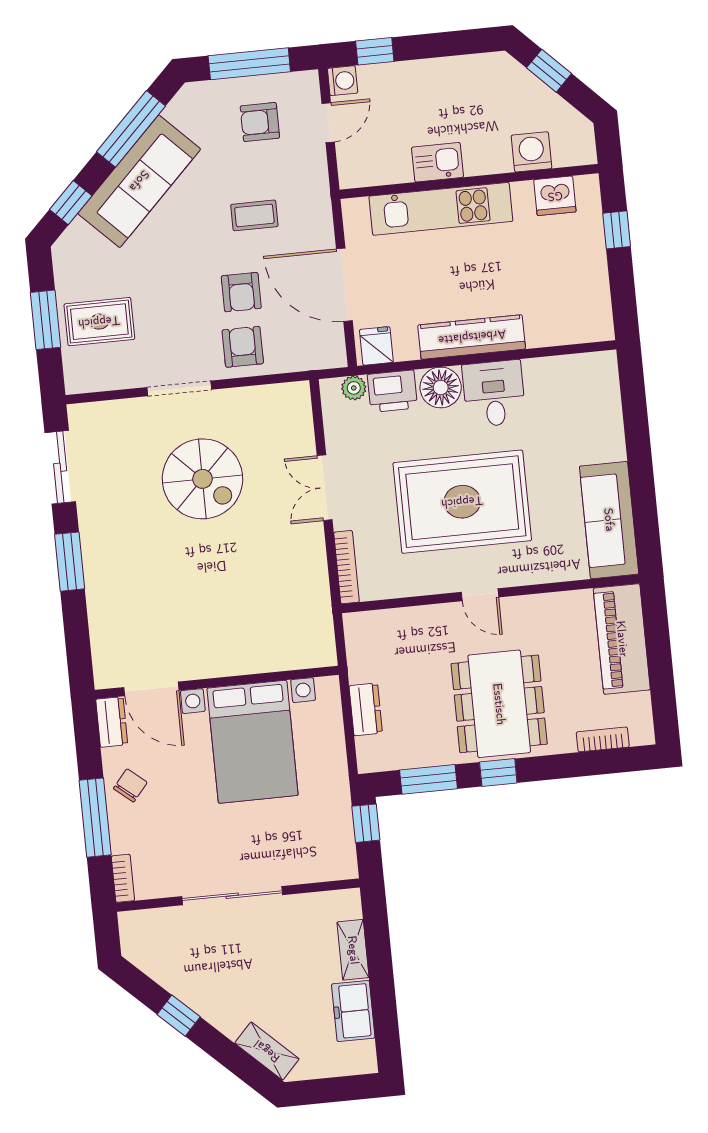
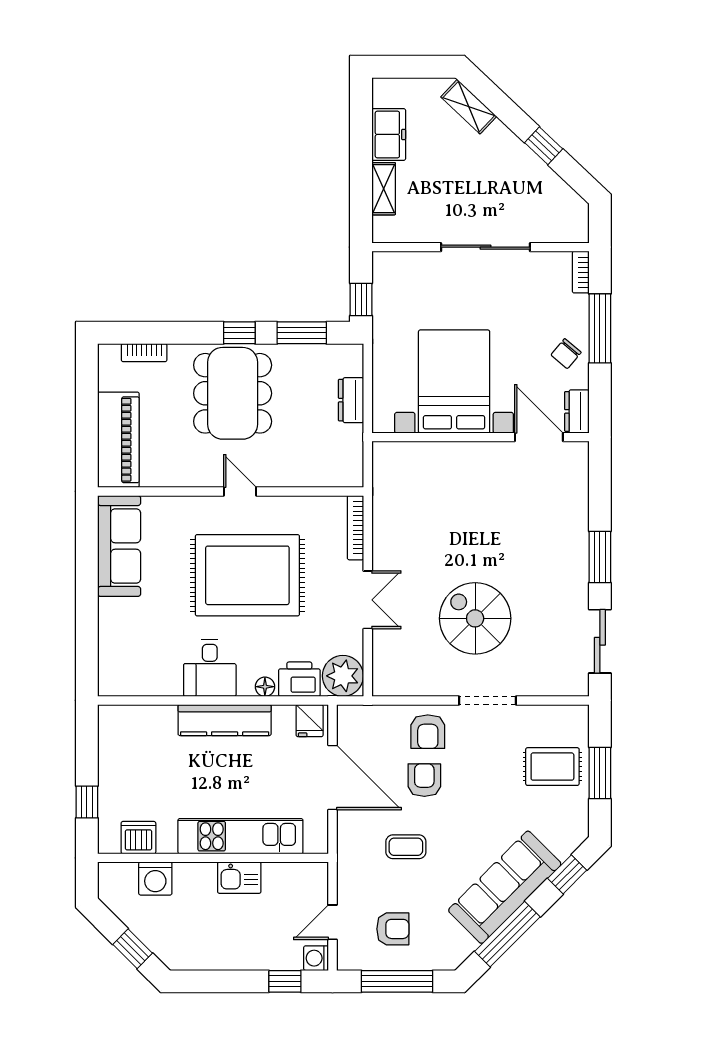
floor lamp: (441, 387) -> (265, 687), width x0.53, depth x0.53
plant: (354, 388) -> (343, 676), width x1.87, depth x1.87

